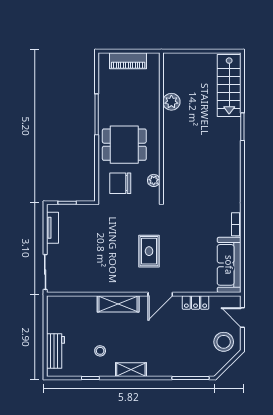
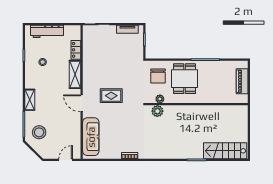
plant: (171, 102) -> (157, 111), moved
chair: (120, 183) -> (158, 76), turned 180
sofa: (229, 265) -> (91, 137), moved, turned 90
locker: (196, 302) -> (76, 50), moved
stool: (224, 342) -> (39, 132), moved
workbench: (55, 351) -> (47, 31), width x1.38
shelving: (131, 370) -> (30, 100), moved

